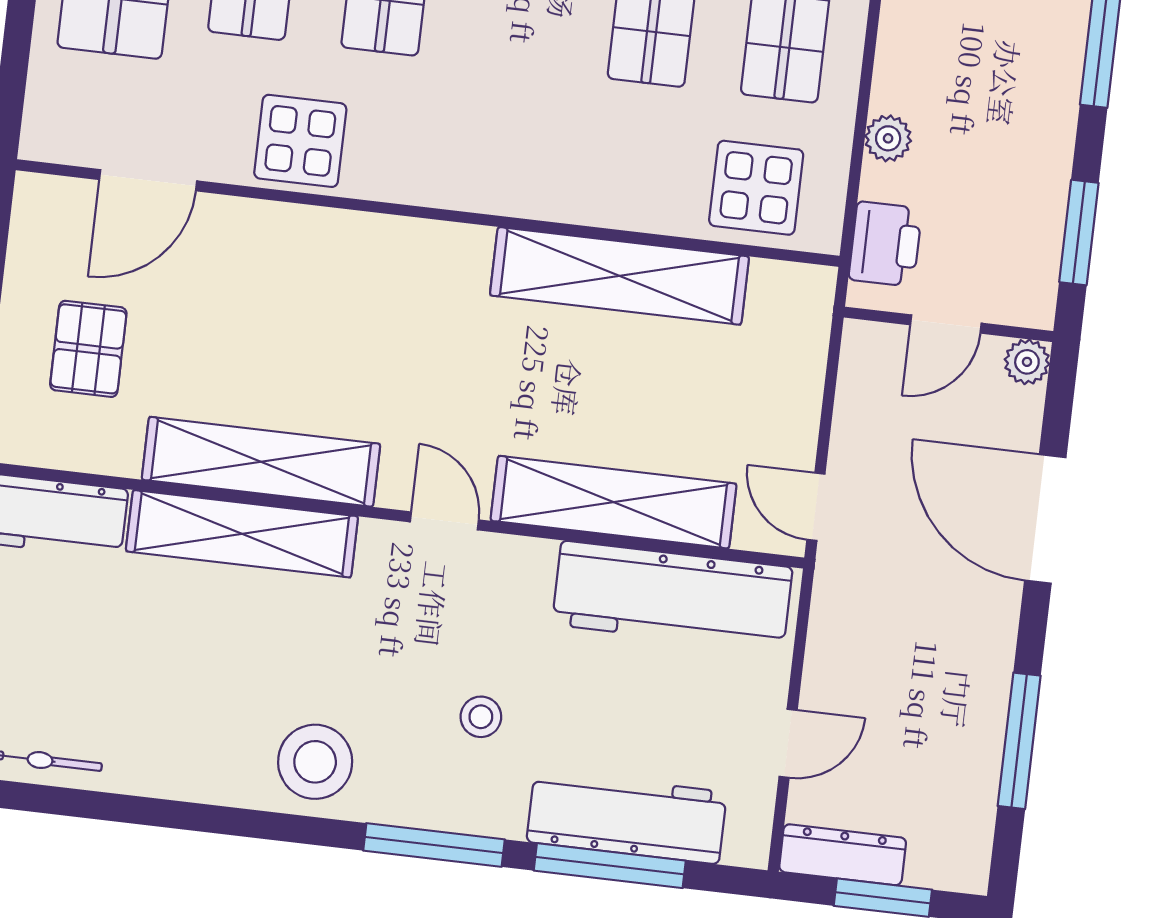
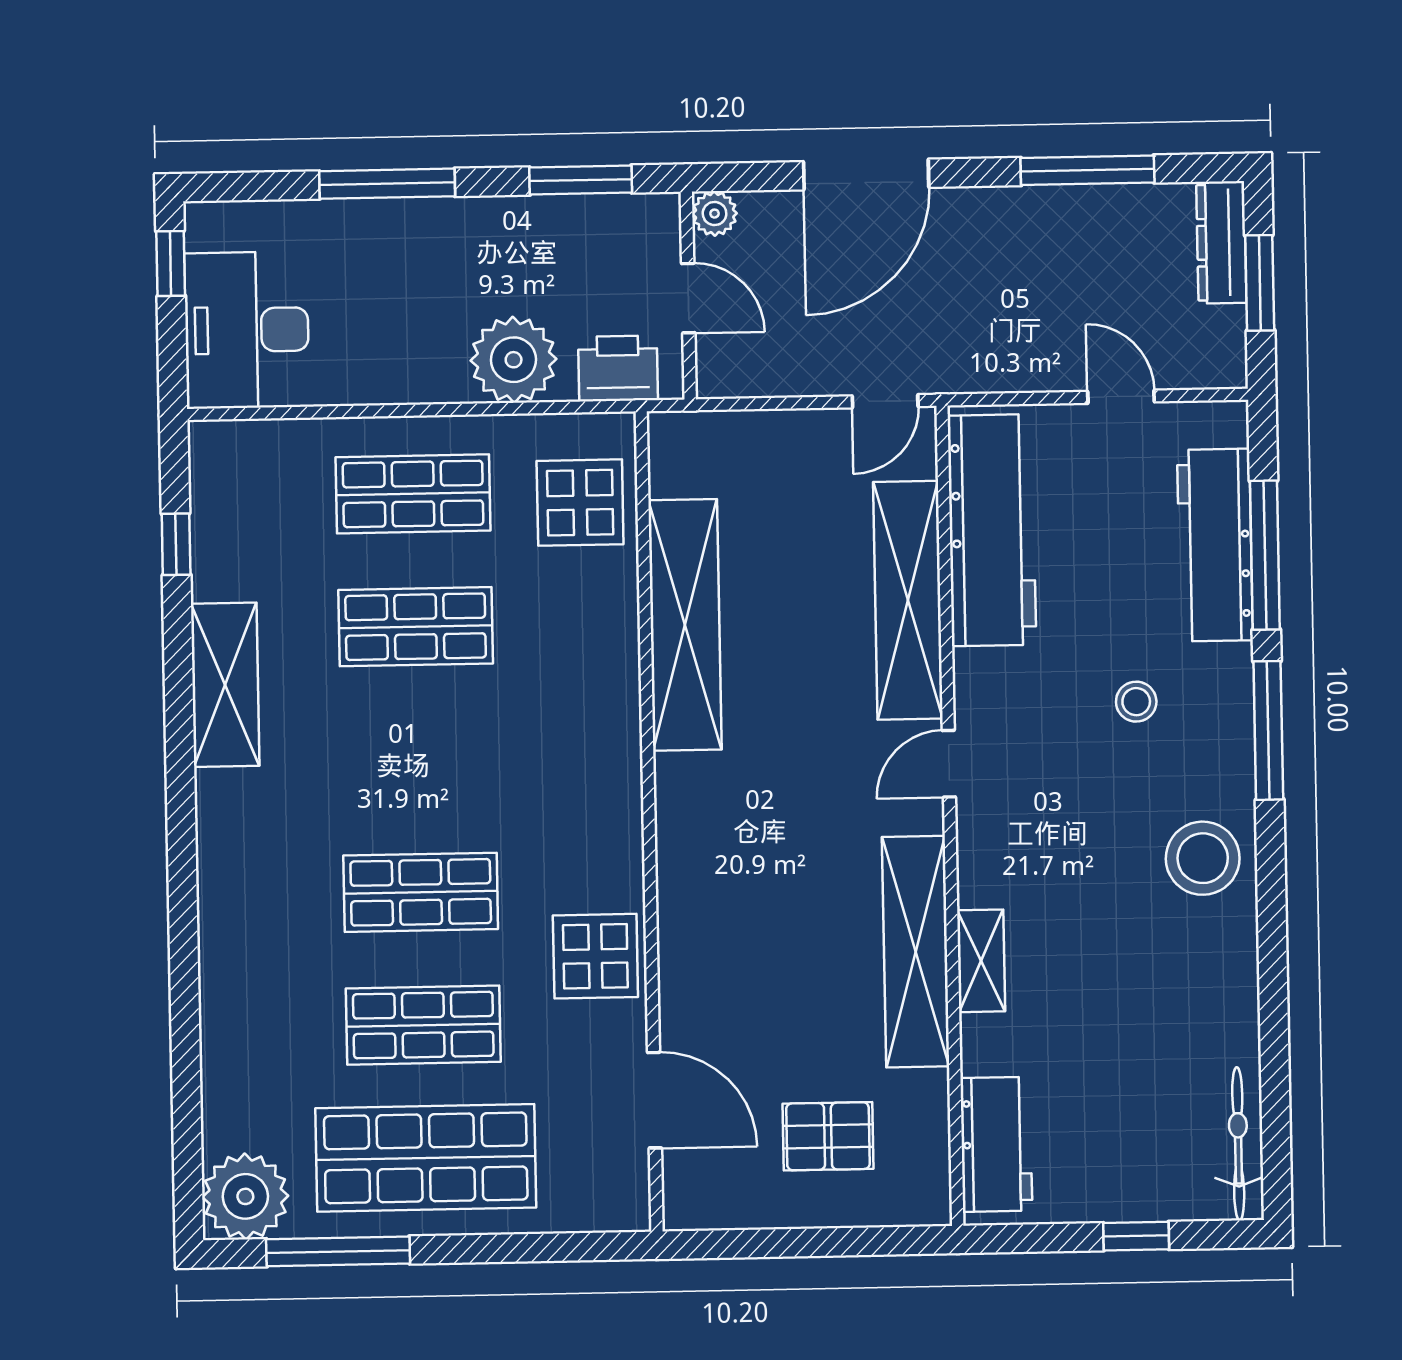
plant: (888, 138) -> (514, 360), width x1.87, depth x1.87
shelving: (242, 534) -> (981, 961), width x0.45, depth x0.75
dresser: (843, 855) -> (1221, 242), moved

